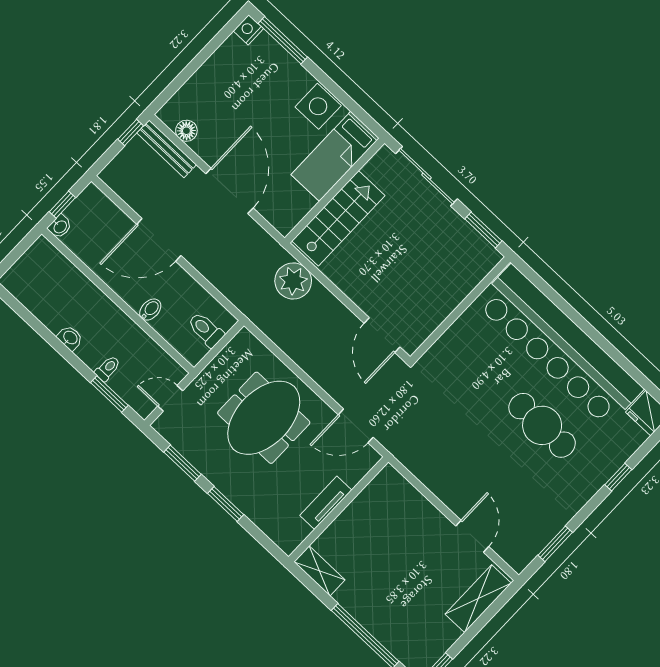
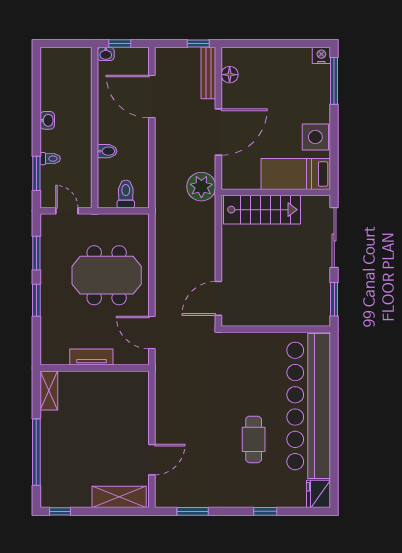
door: (159, 240) -> (152, 97), moved
plant: (293, 281) -> (201, 187), moved
cafe table: (542, 425) -> (254, 439), width x0.73, depth x0.74

